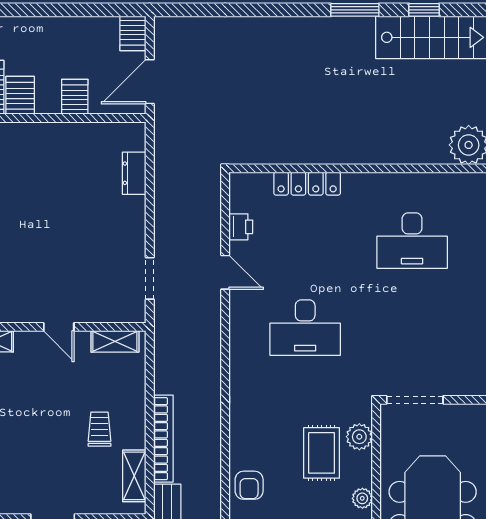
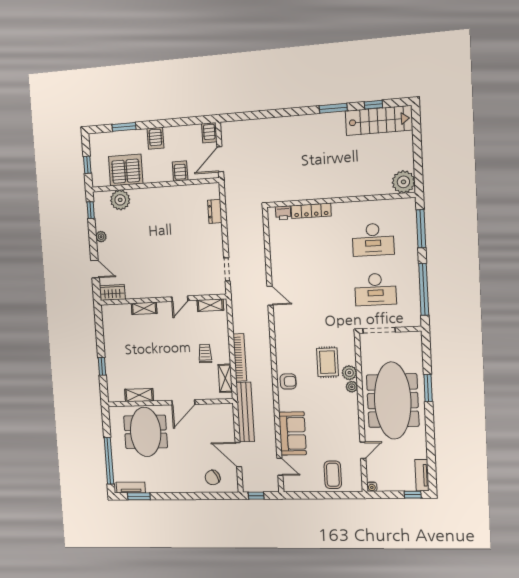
server rack: (20, 95) -> (155, 138), moved, turned 180
printer: (241, 227) -> (283, 213), moved, turned 90
door: (225, 272) -> (270, 296), moved
door: (59, 327) -> (180, 299), hinge flipped
desk: (305, 328) -> (375, 289), moved
plant: (359, 437) -> (349, 373), moved
armchair: (249, 485) -> (288, 381), turned -90

